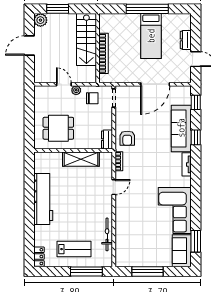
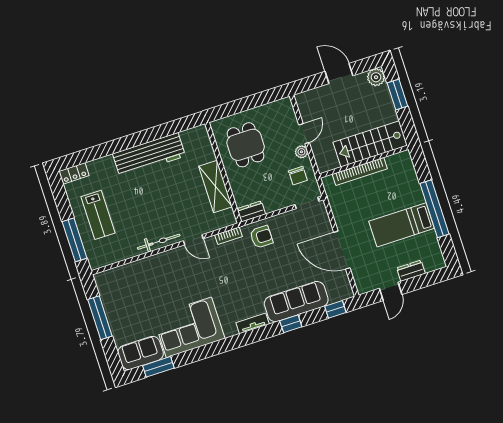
armchair: (127, 138) -> (261, 237), turned 180
bicycle: (107, 234) -> (159, 242), moved

